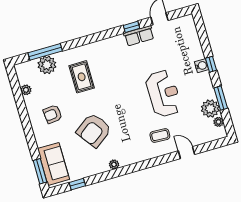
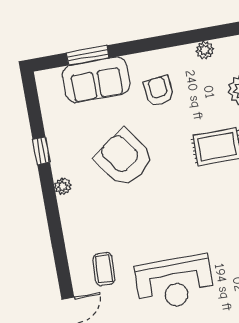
sofa: (53, 164) -> (96, 80), moved
window: (40, 171) -> (88, 55), moved
window: (77, 184) -> (41, 151), moved

